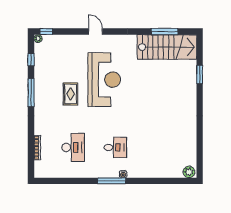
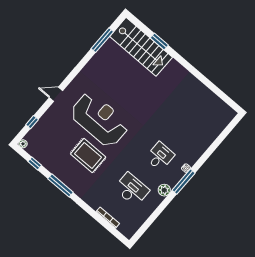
window: (46, 32) -> (32, 122), moved
stairs: (167, 47) -> (141, 47), moved, turned 90
rug: (71, 94) -> (88, 156), width x1.36, depth x1.43
plant: (189, 172) -> (164, 190), moved

